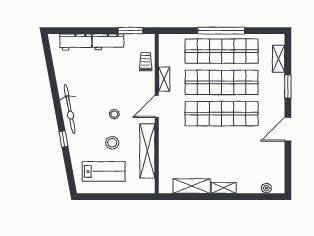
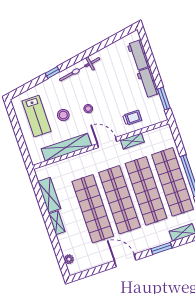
trolley: (146, 62) -> (132, 118), moved
shop shelf: (222, 145) -> (93, 209), added

